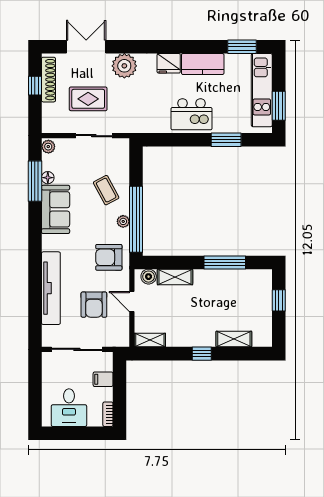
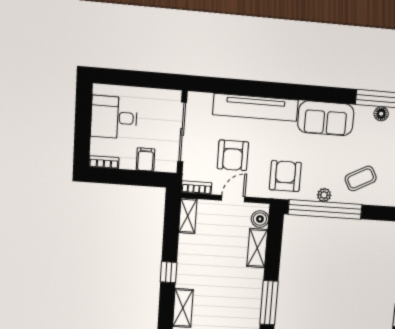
sofa: (56, 209) -> (326, 118), moved
armchair: (94, 305) -> (233, 155), turned -90
bookcase: (124, 334) -> (197, 187), added

